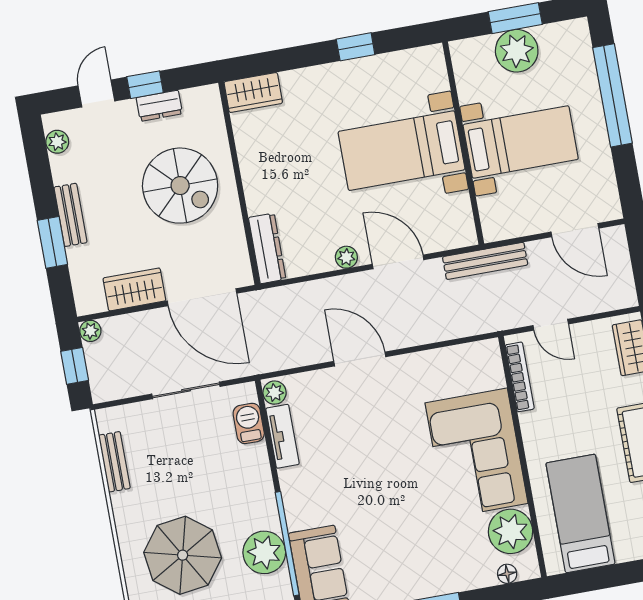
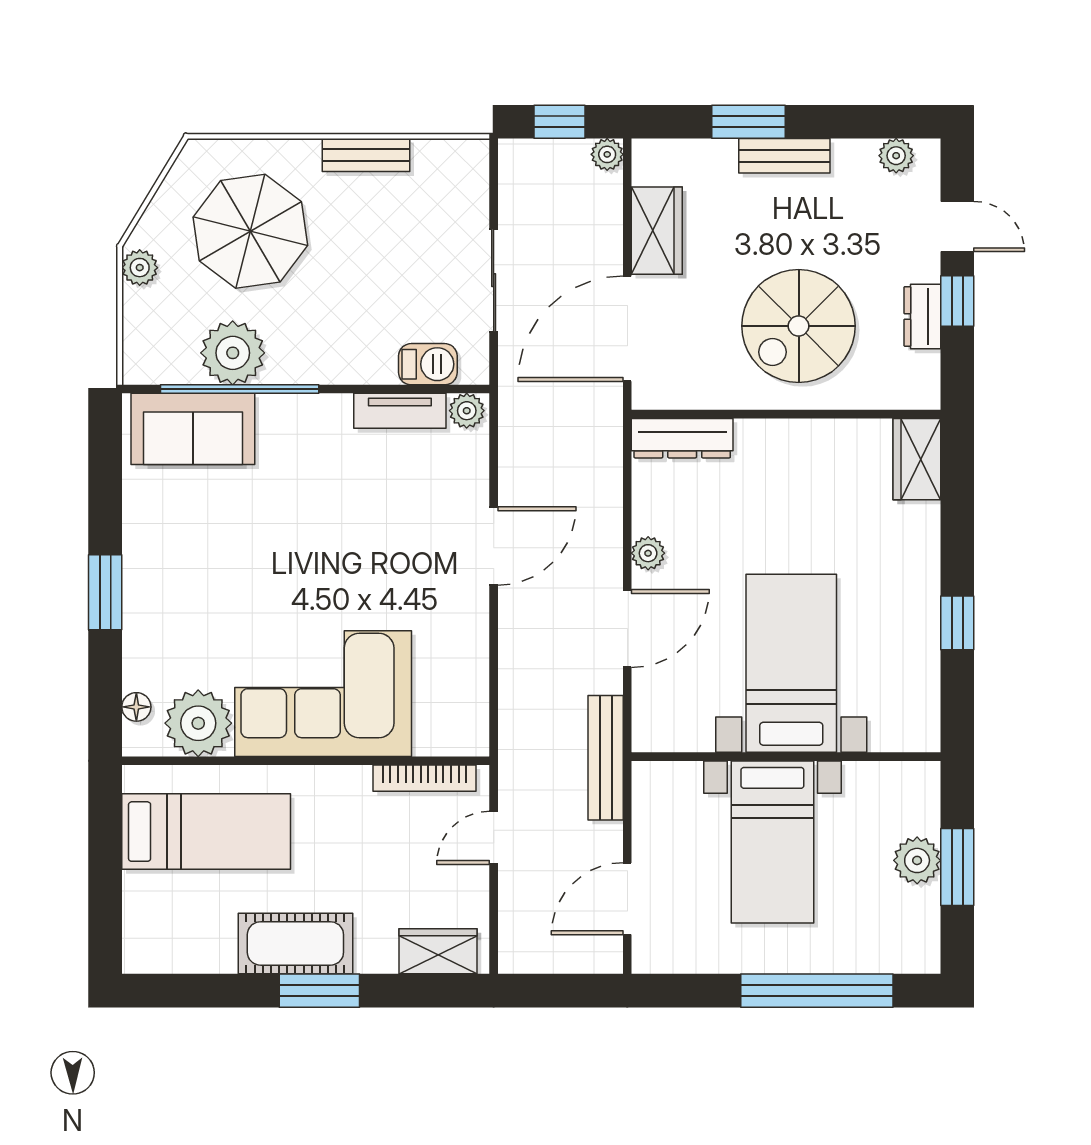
plant: (517, 51) -> (917, 860), width x0.73, depth x0.73
bench: (114, 462) -> (366, 155), moved

